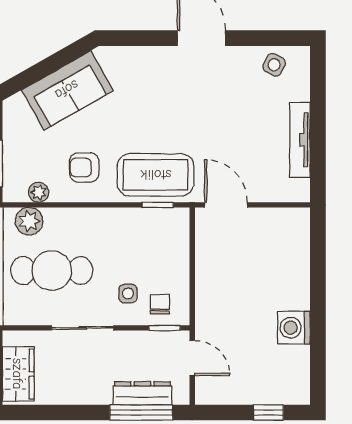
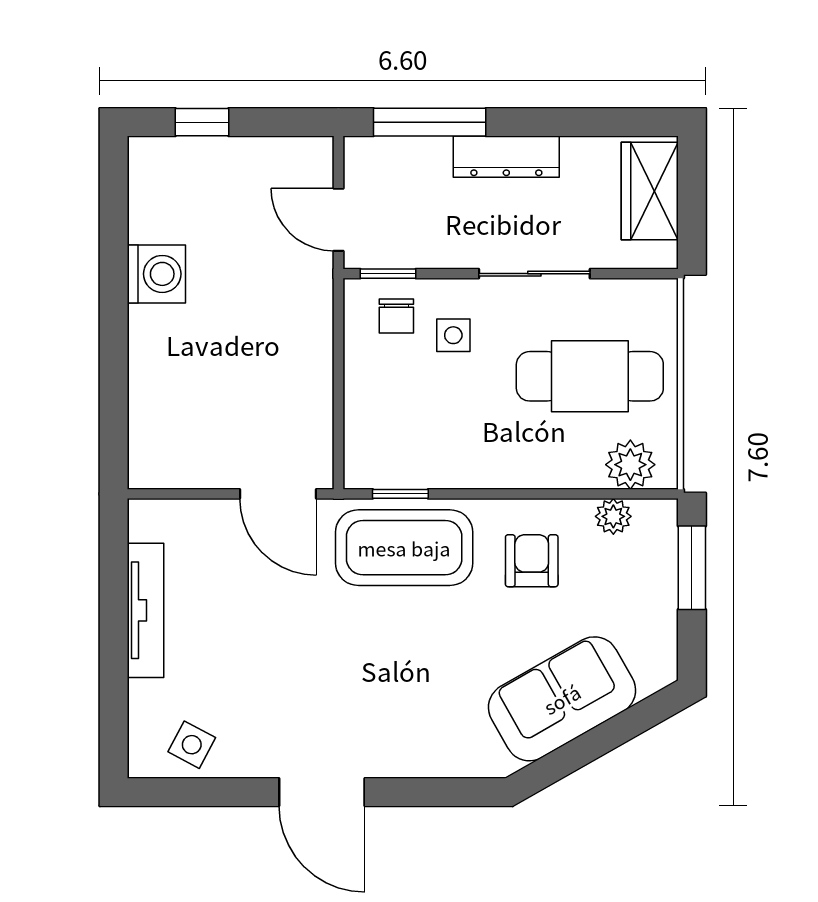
armchair: (84, 167) -> (532, 561), turned -90
dresser: (142, 393) -> (506, 157), moved

